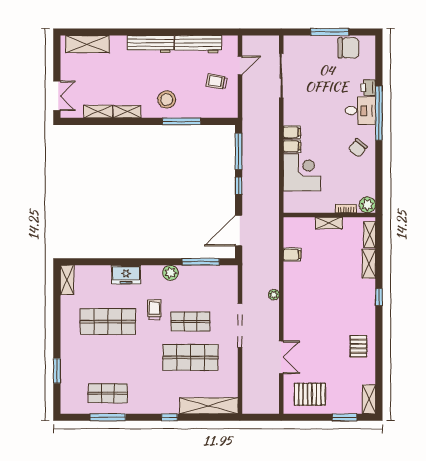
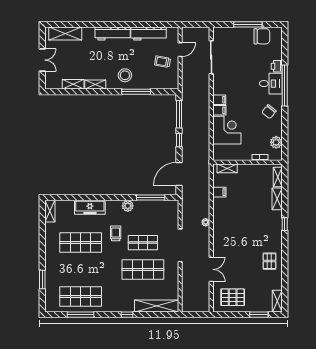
double door: (57, 96) -> (42, 60), moved
plant: (367, 205) -> (276, 142), moved
shelving: (329, 223) -> (227, 168), moved
freezer: (126, 275) -> (90, 207), width x1.40
shop shelf: (108, 393) -> (81, 297), width x1.43, depth x1.36

